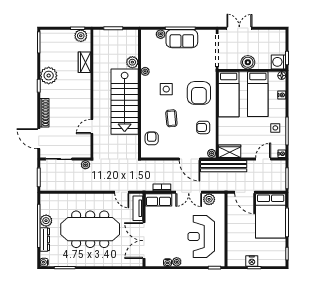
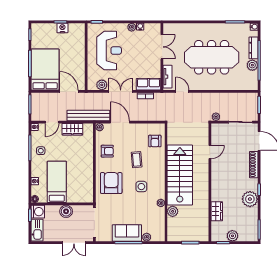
plant: (81, 36) -> (232, 236), moved
kitchen sink: (279, 42) -> (37, 230), added
bed: (229, 94) -> (84, 182), removed
wardrobe: (230, 151) -> (72, 129), moved
double door: (144, 241) -> (162, 47), width x0.73

